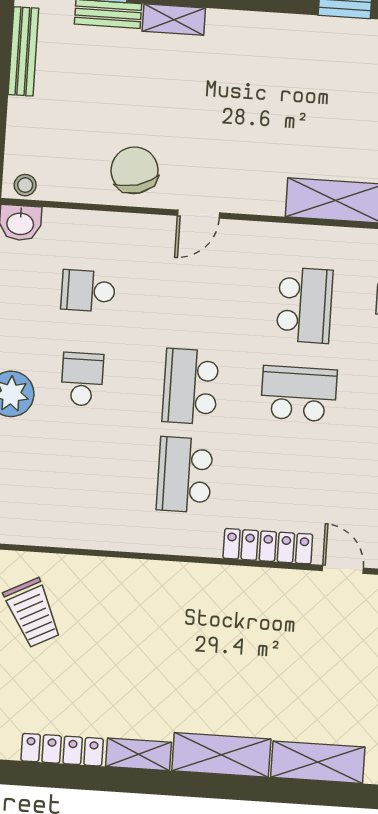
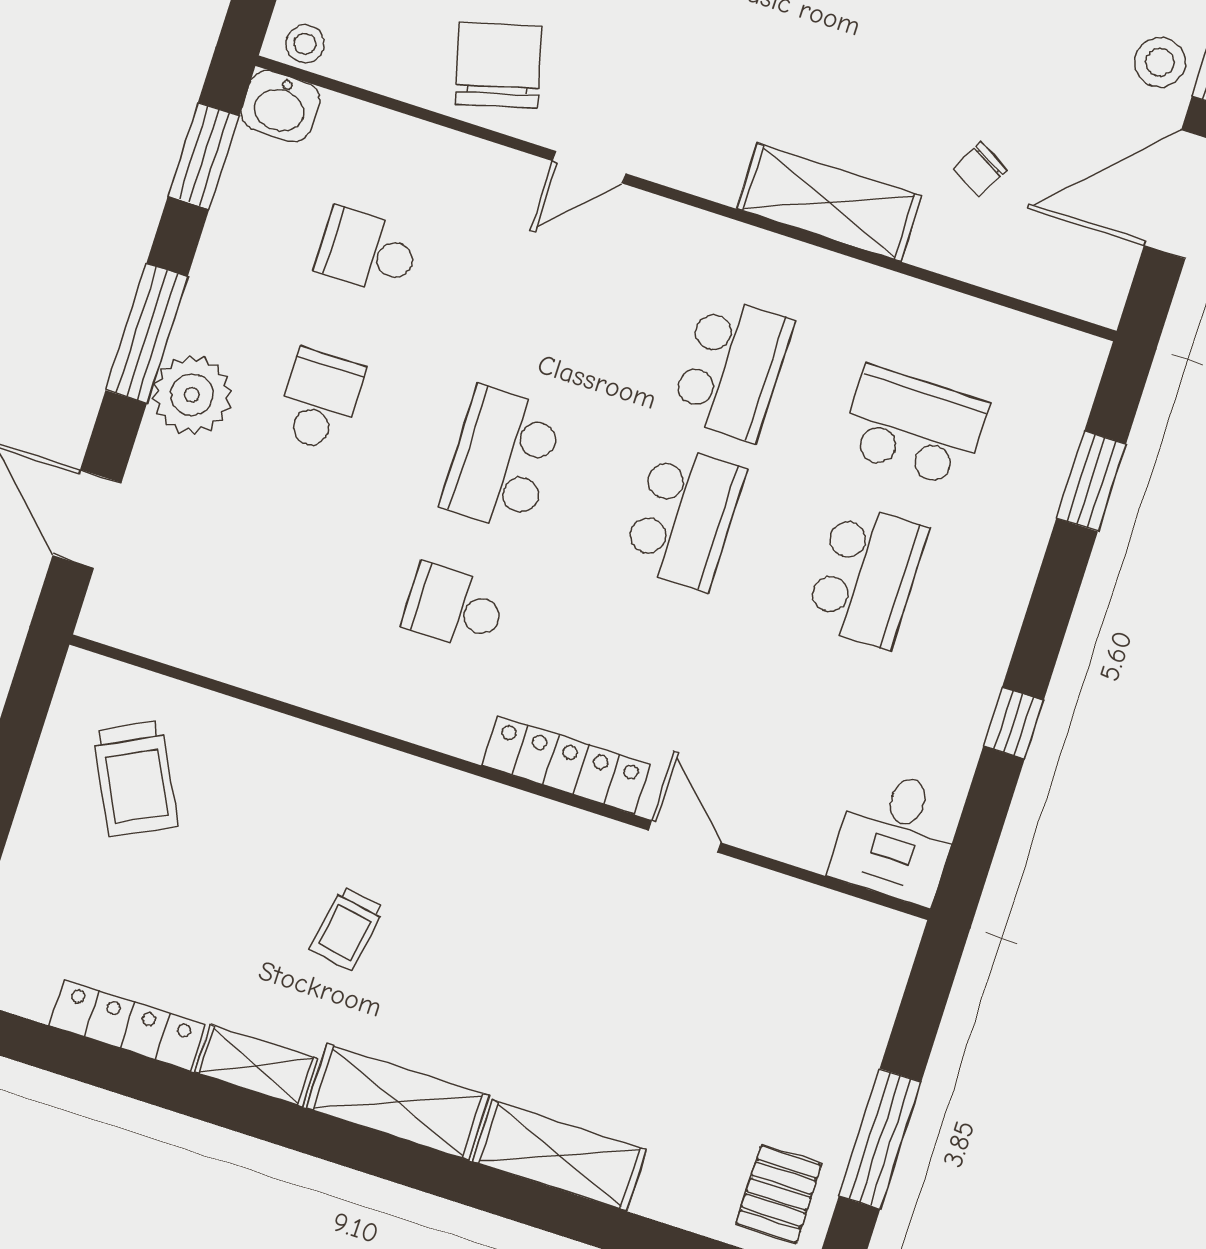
school desk: (299, 394) -> (684, 517), turned 90
school desk: (185, 475) -> (454, 607), width x0.54
trolley: (170, 666) -> (347, 929), added

